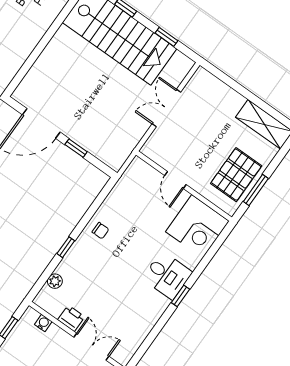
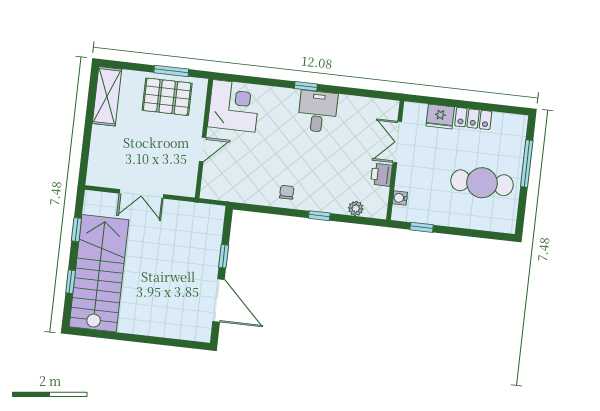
desk: (167, 275) -> (318, 111), moved

